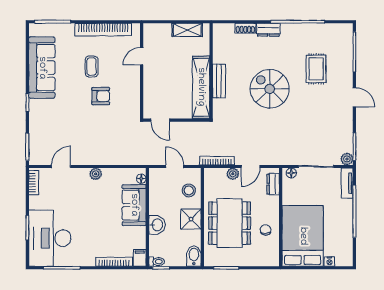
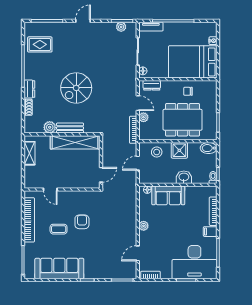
plant: (220, 55) -> (50, 127), added
rug: (316, 69) -> (40, 44), moved
plant: (347, 159) -> (121, 27), moved
door: (61, 166) -> (138, 253), hinge flipped
filing cabinet: (140, 258) -> (210, 232), moved

